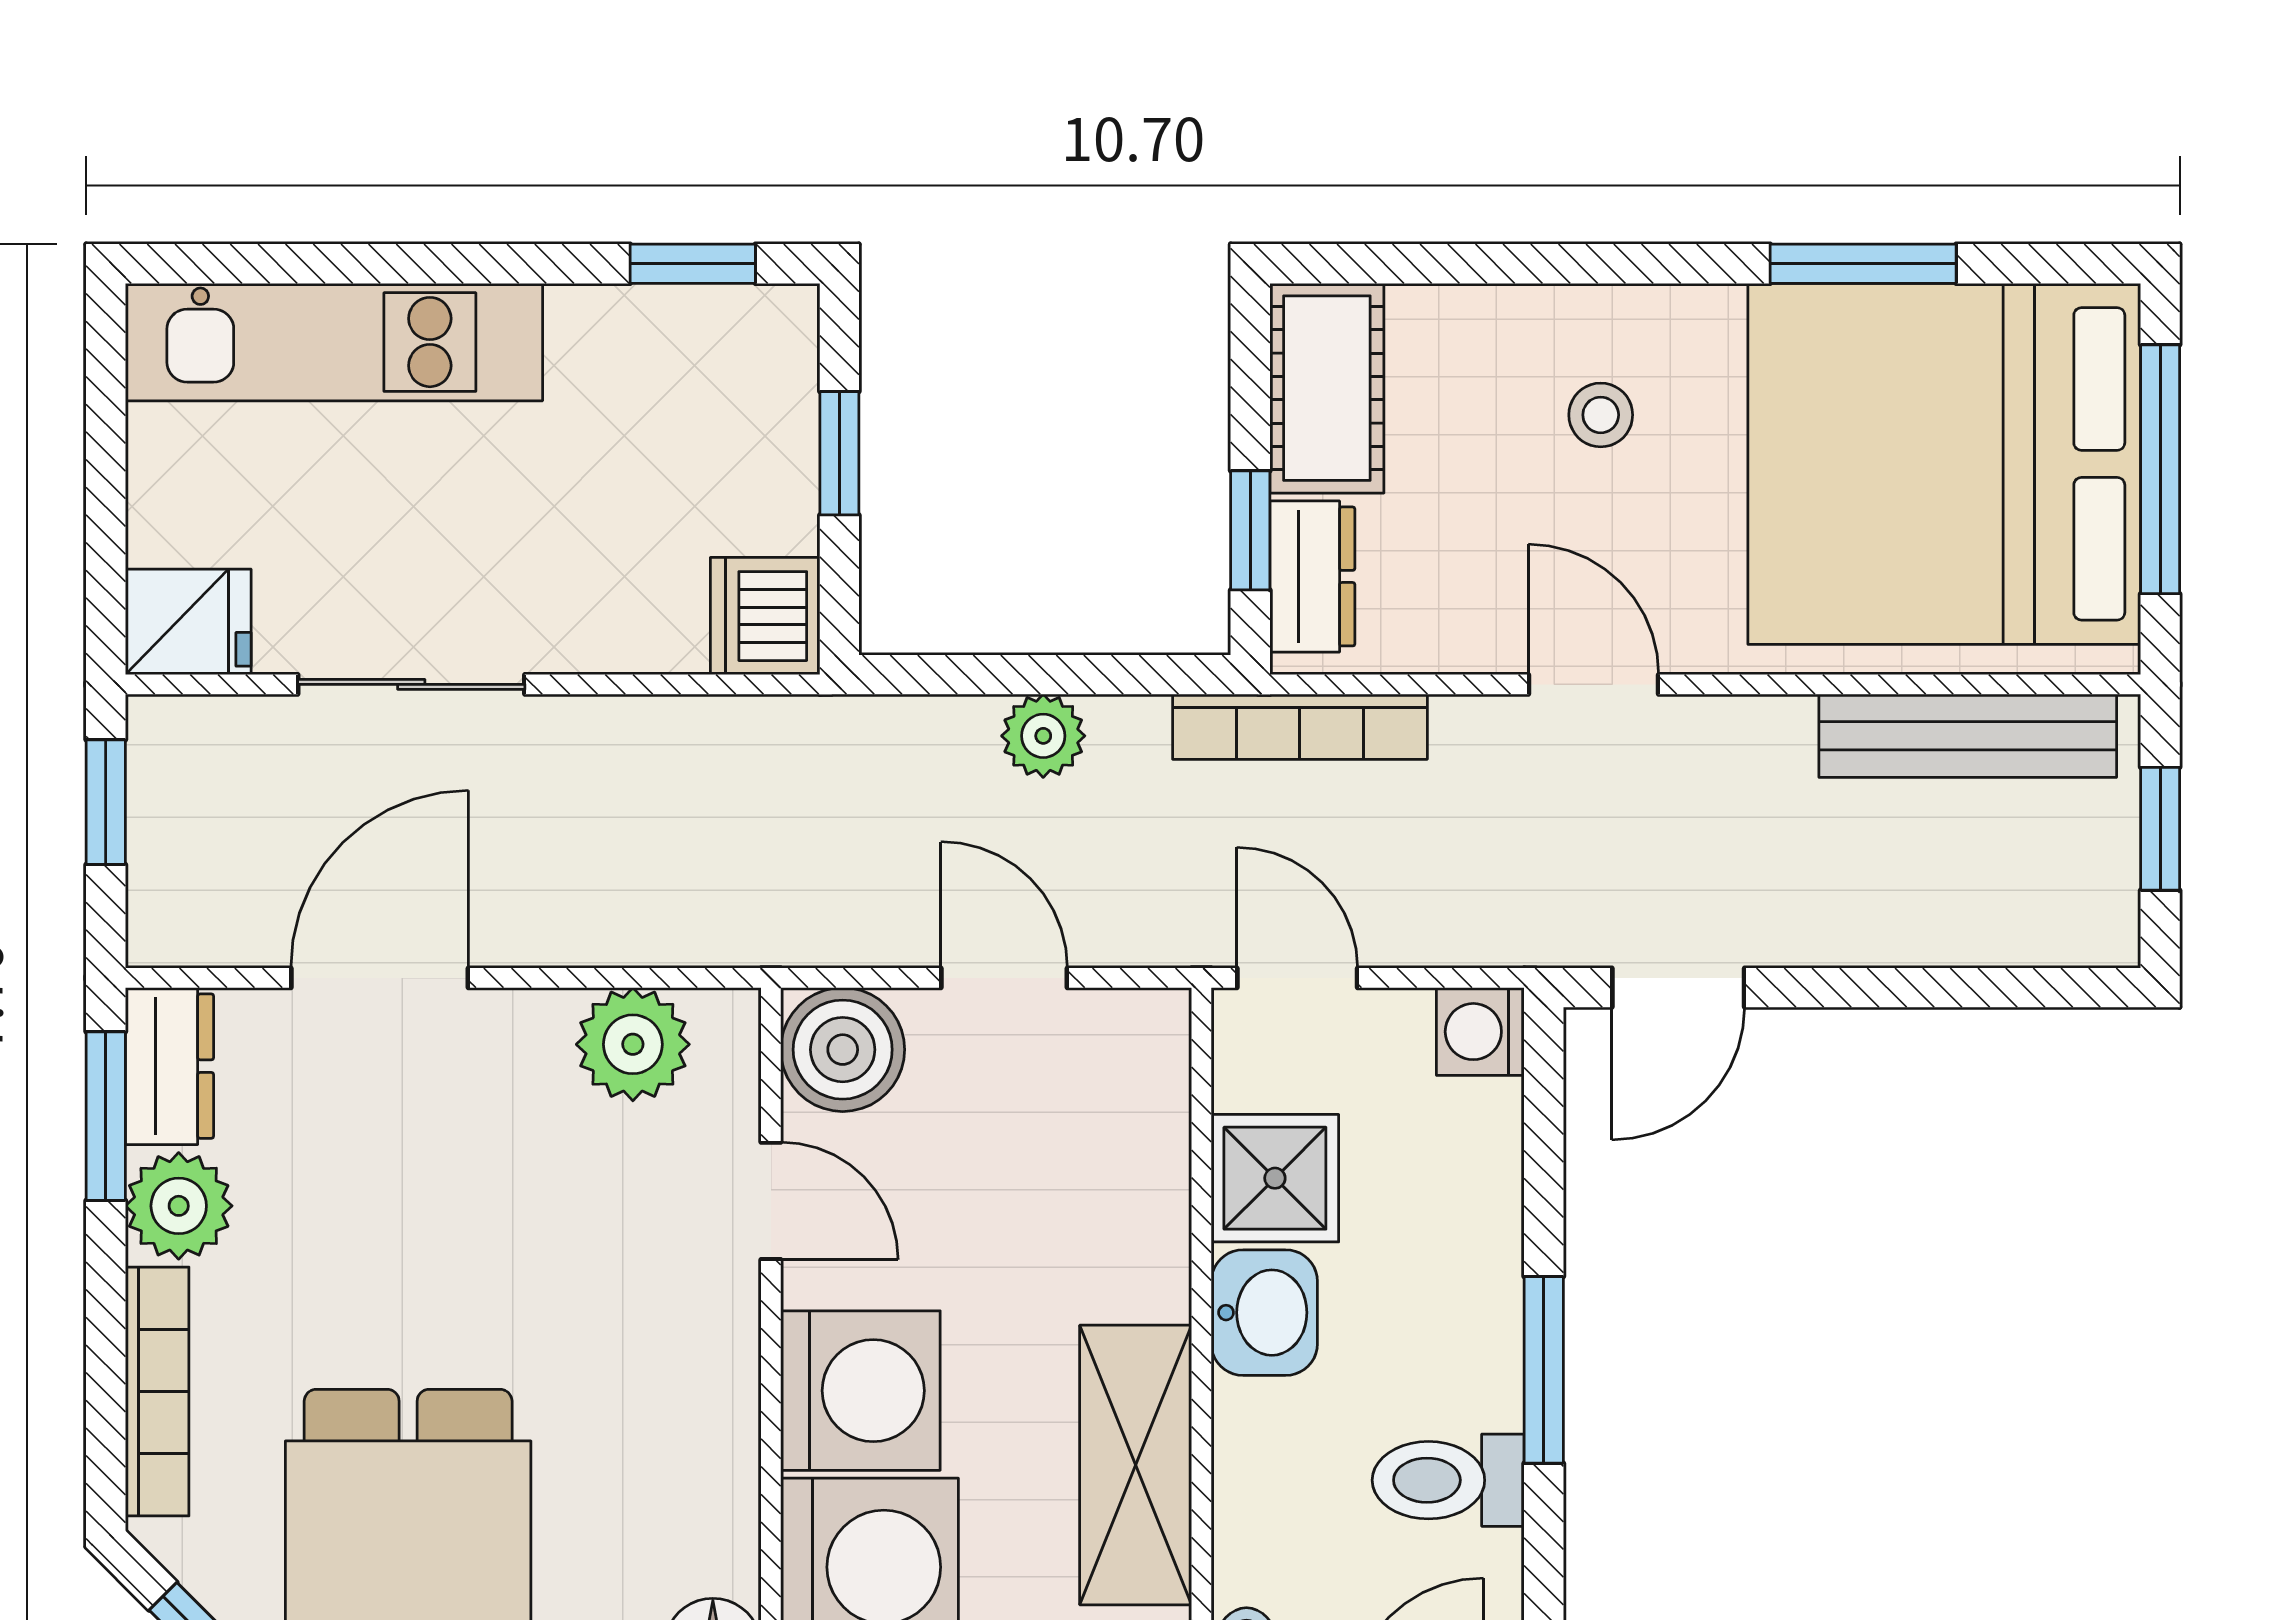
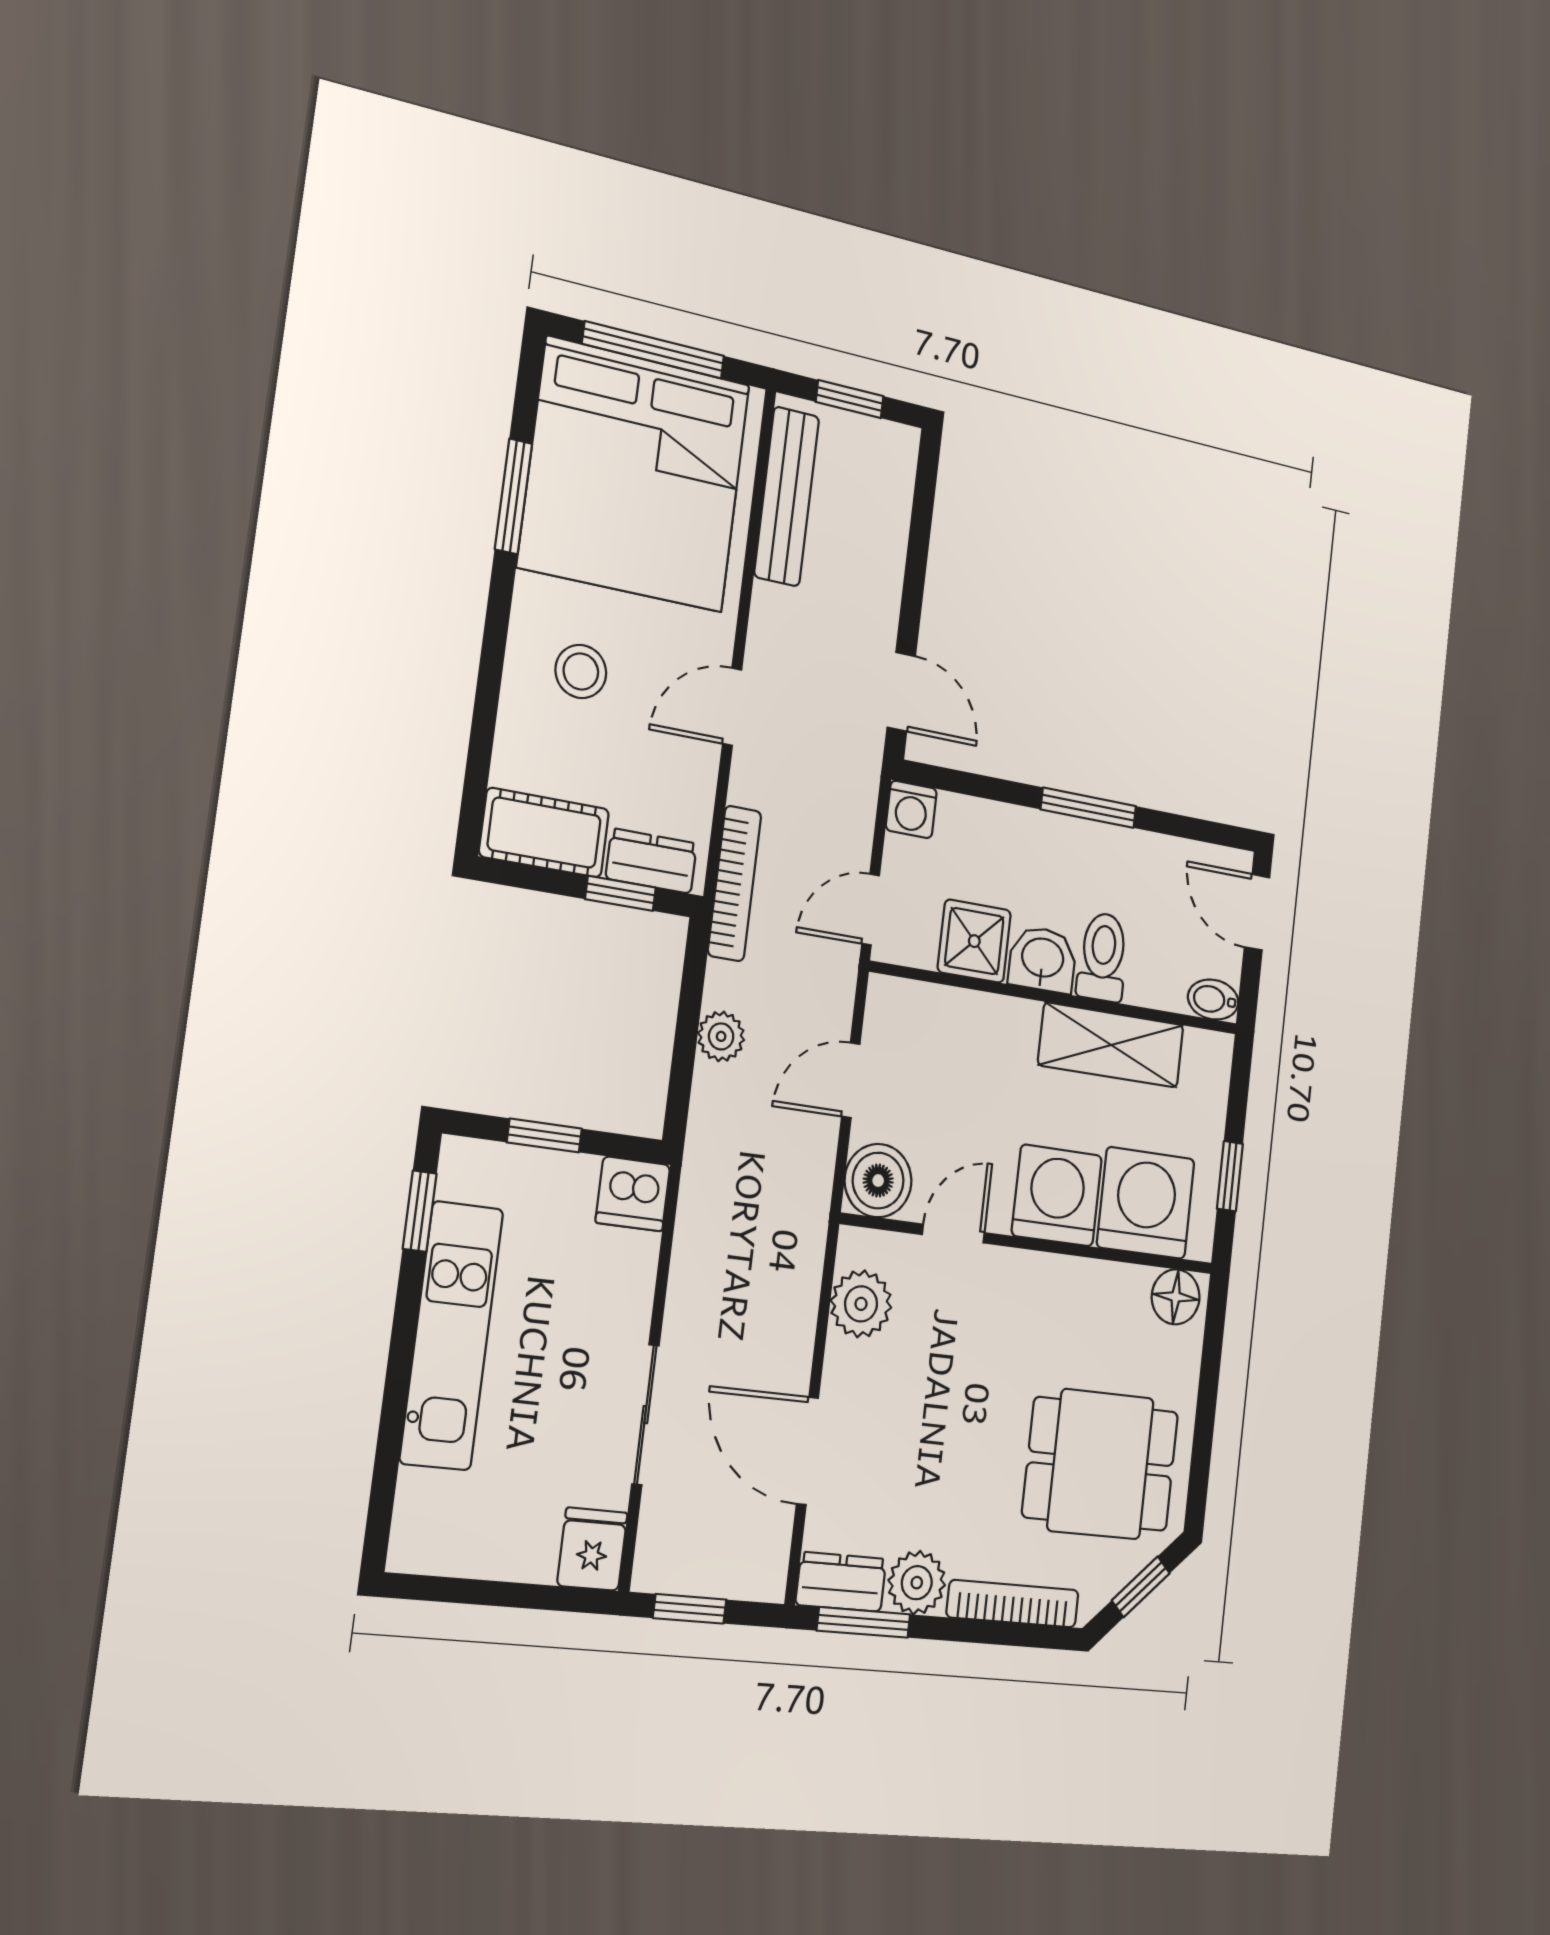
kitchen unit: (334, 342) -> (452, 1336), moved
stool: (1601, 415) -> (581, 671), width x1.37, depth x1.37
toilet: (1448, 1480) -> (1103, 957), moved, turned 180

